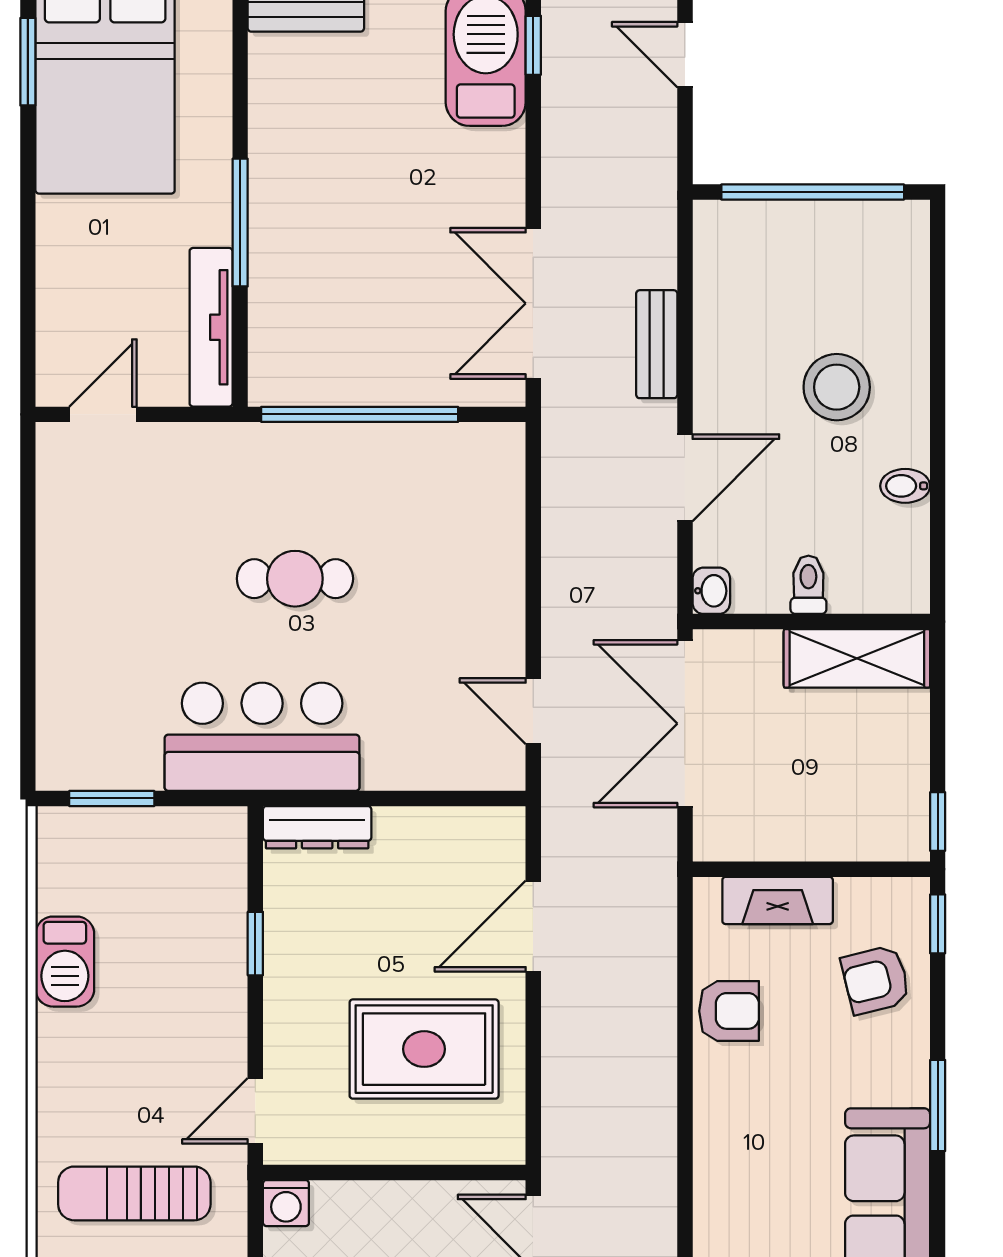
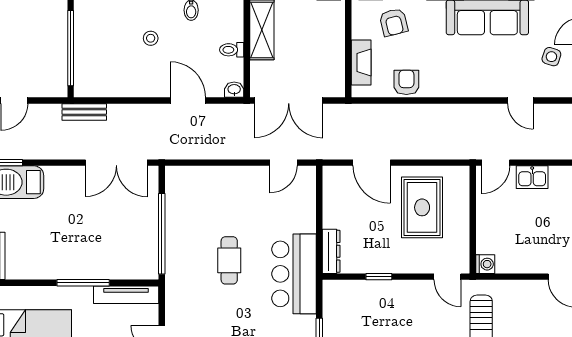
bench: (657, 344) -> (84, 112), moved
stool: (837, 387) -> (151, 38), width x0.53, depth x0.53

